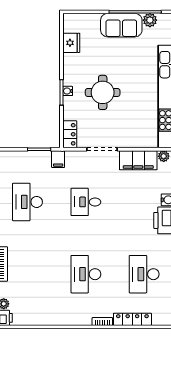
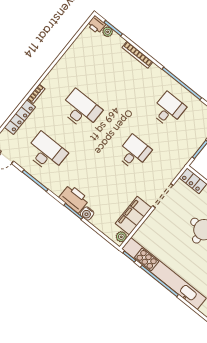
filing cabinet: (58, 159) -> (182, 157), removed
desk: (28, 202) -> (168, 110), width x0.73

